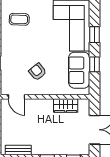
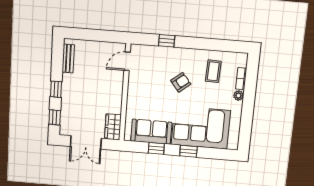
armchair: (38, 72) -> (181, 82), moved
wardrobe: (66, 106) -> (113, 127), moved

